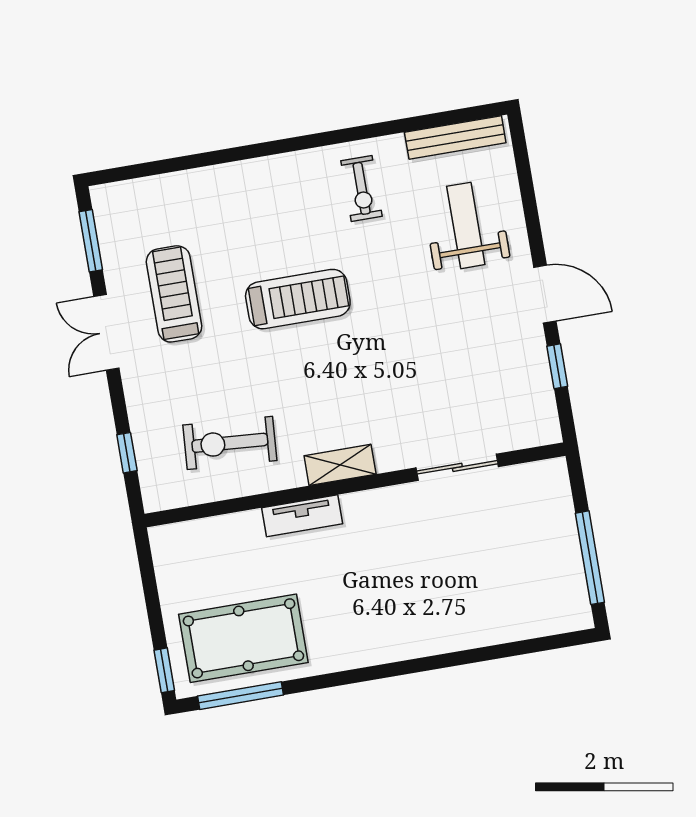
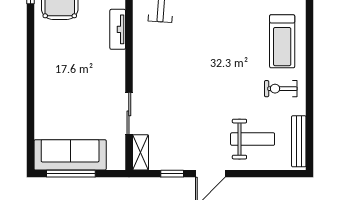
treadmill: (298, 299) -> (282, 41), moved
shelving: (340, 465) -> (140, 152), moved
sofa: (554, 565) -> (70, 155), added

